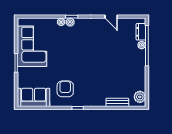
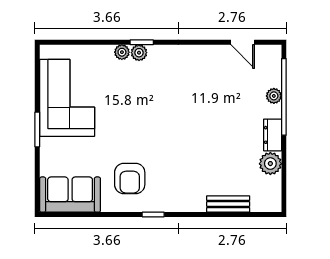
door: (111, 17) -> (243, 42), moved
dresser: (141, 32) -> (273, 135), moved
armchair: (65, 89) -> (130, 178), turned 180
plant: (140, 97) -> (270, 164), moved

